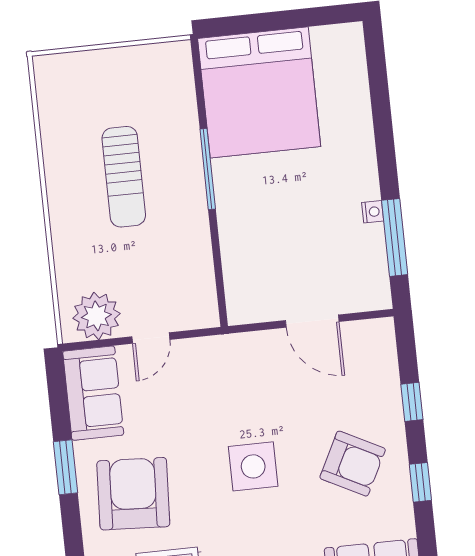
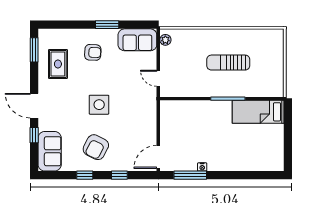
bed: (259, 92) -> (258, 112), width x0.49
plant: (96, 316) -> (165, 40), width x0.53, depth x0.53
door: (312, 321) -> (158, 157), moved
door: (151, 338) -> (158, 78), moved
armchair: (133, 494) -> (93, 52), width x0.53, depth x0.53

